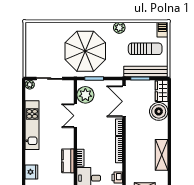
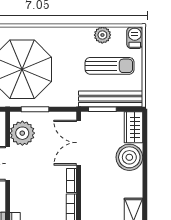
plant: (119, 28) -> (102, 35), moved

